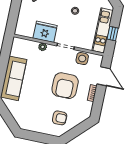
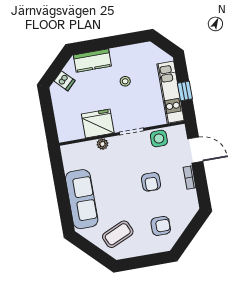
armchair: (65, 86) -> (151, 182), width x0.53, depth x0.53
coffee table: (28, 112) -> (118, 234), added

